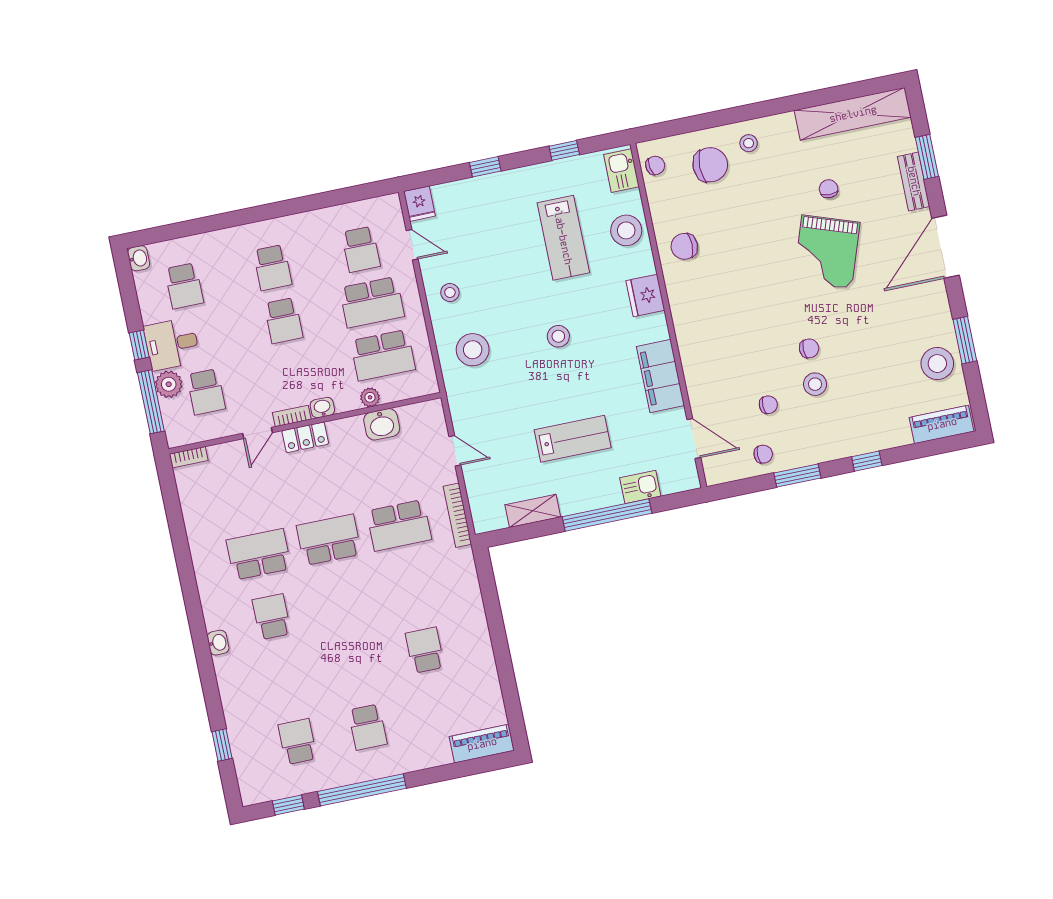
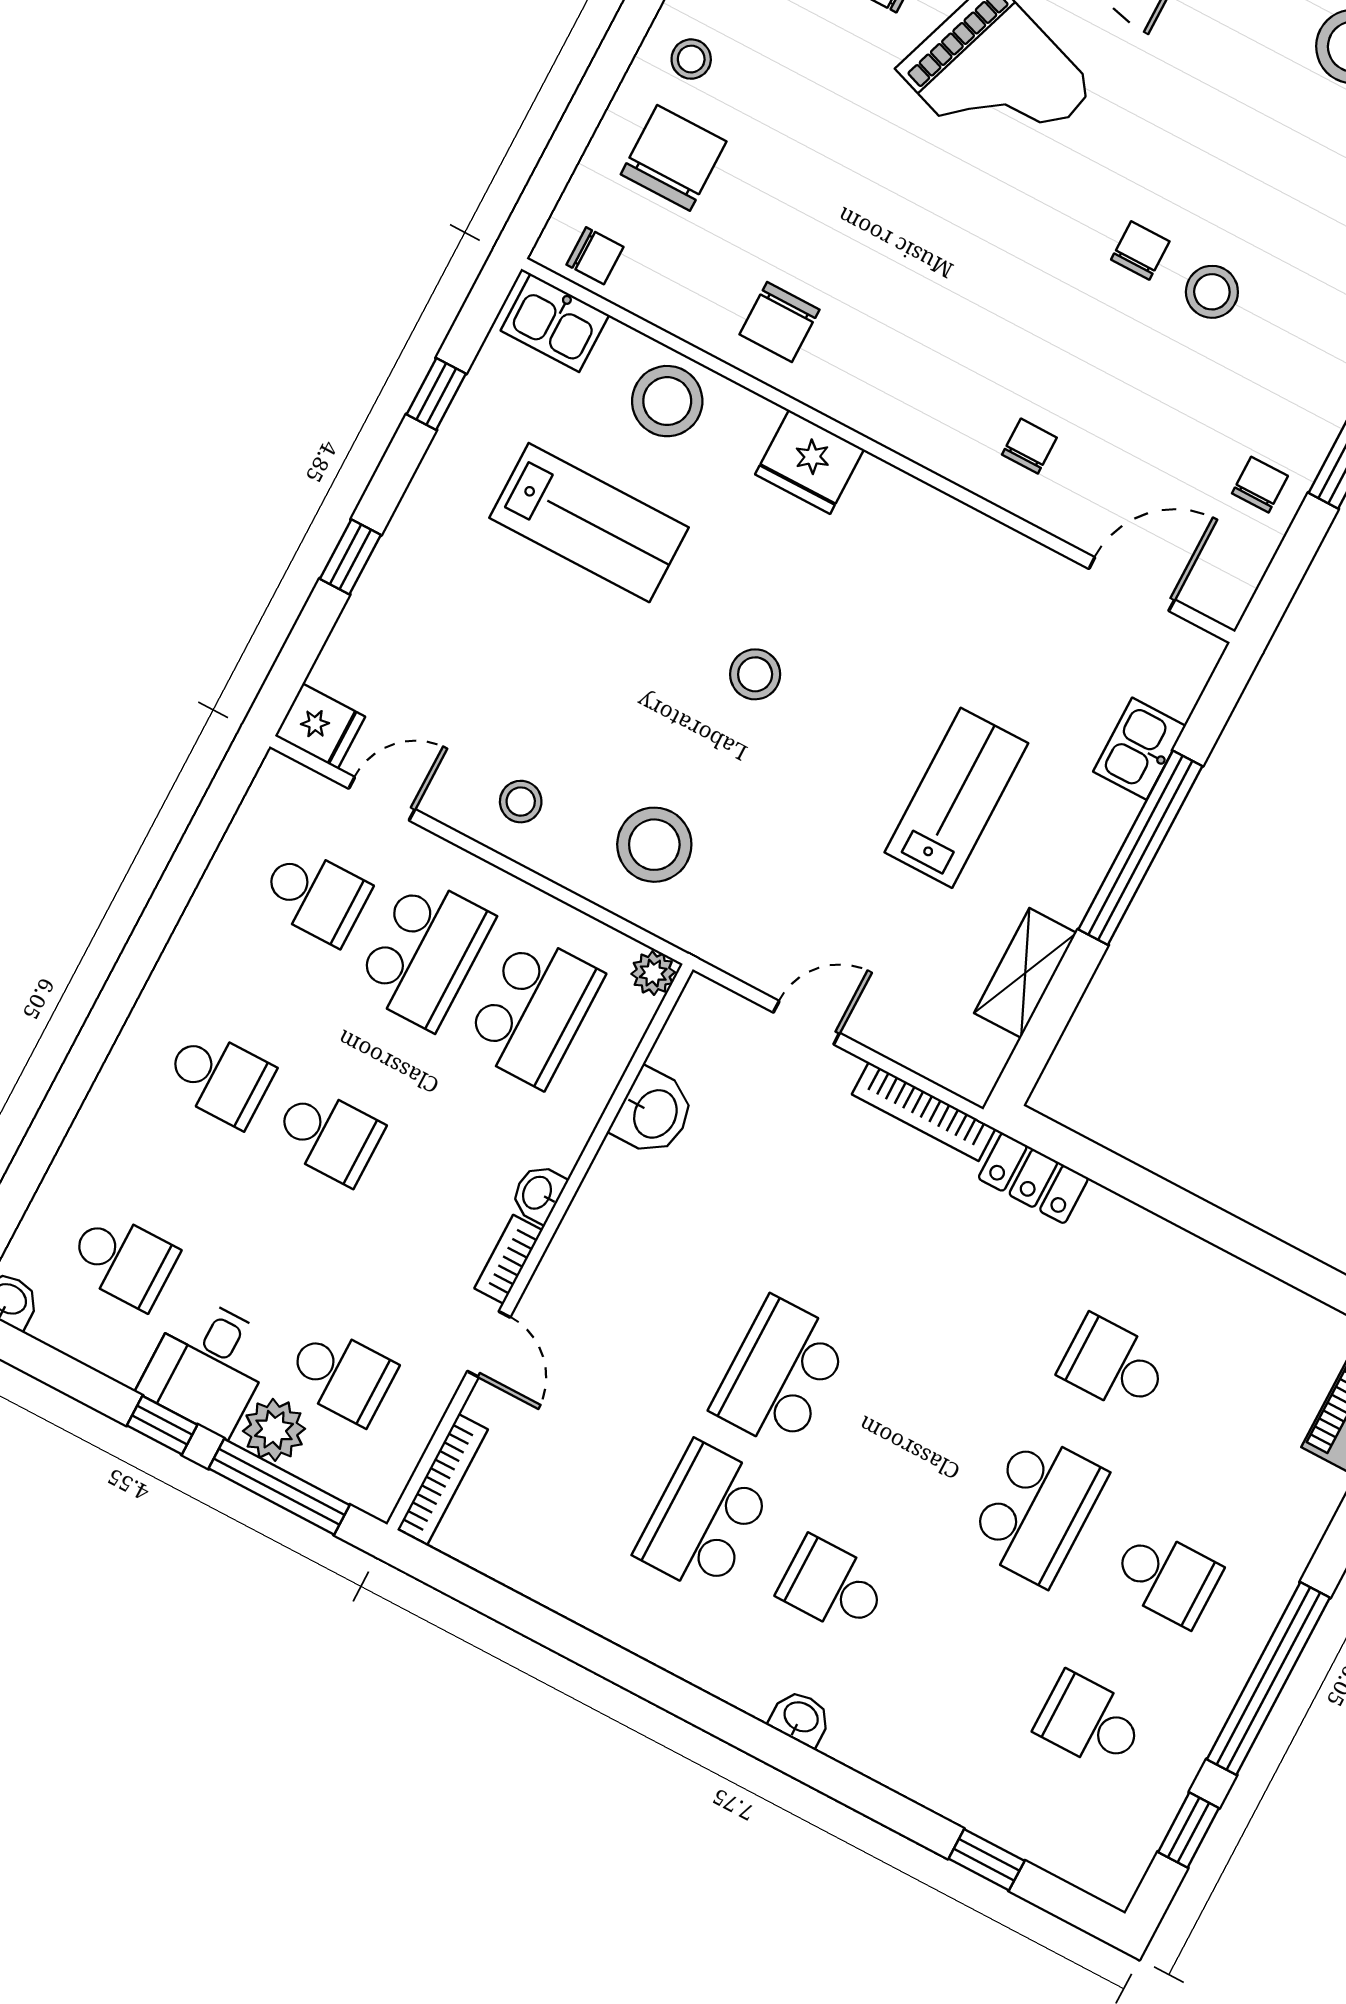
chair: (655, 165) -> (595, 256), turned 100
filing cabinet: (660, 376) -> (973, 552), removed
plant: (370, 397) -> (653, 973), moved
chair: (768, 405) -> (1029, 446), moved
locker: (305, 437) -> (1033, 1178), moved, turned 90
bookcase: (189, 457) -> (443, 1480), width x1.56
school desk: (399, 525) -> (1038, 1509), moved

